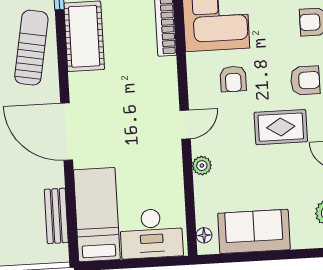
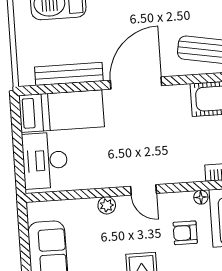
bench: (56, 216) -> (69, 74), width x1.36
floor lamp: (204, 235) -> (201, 197), moved

